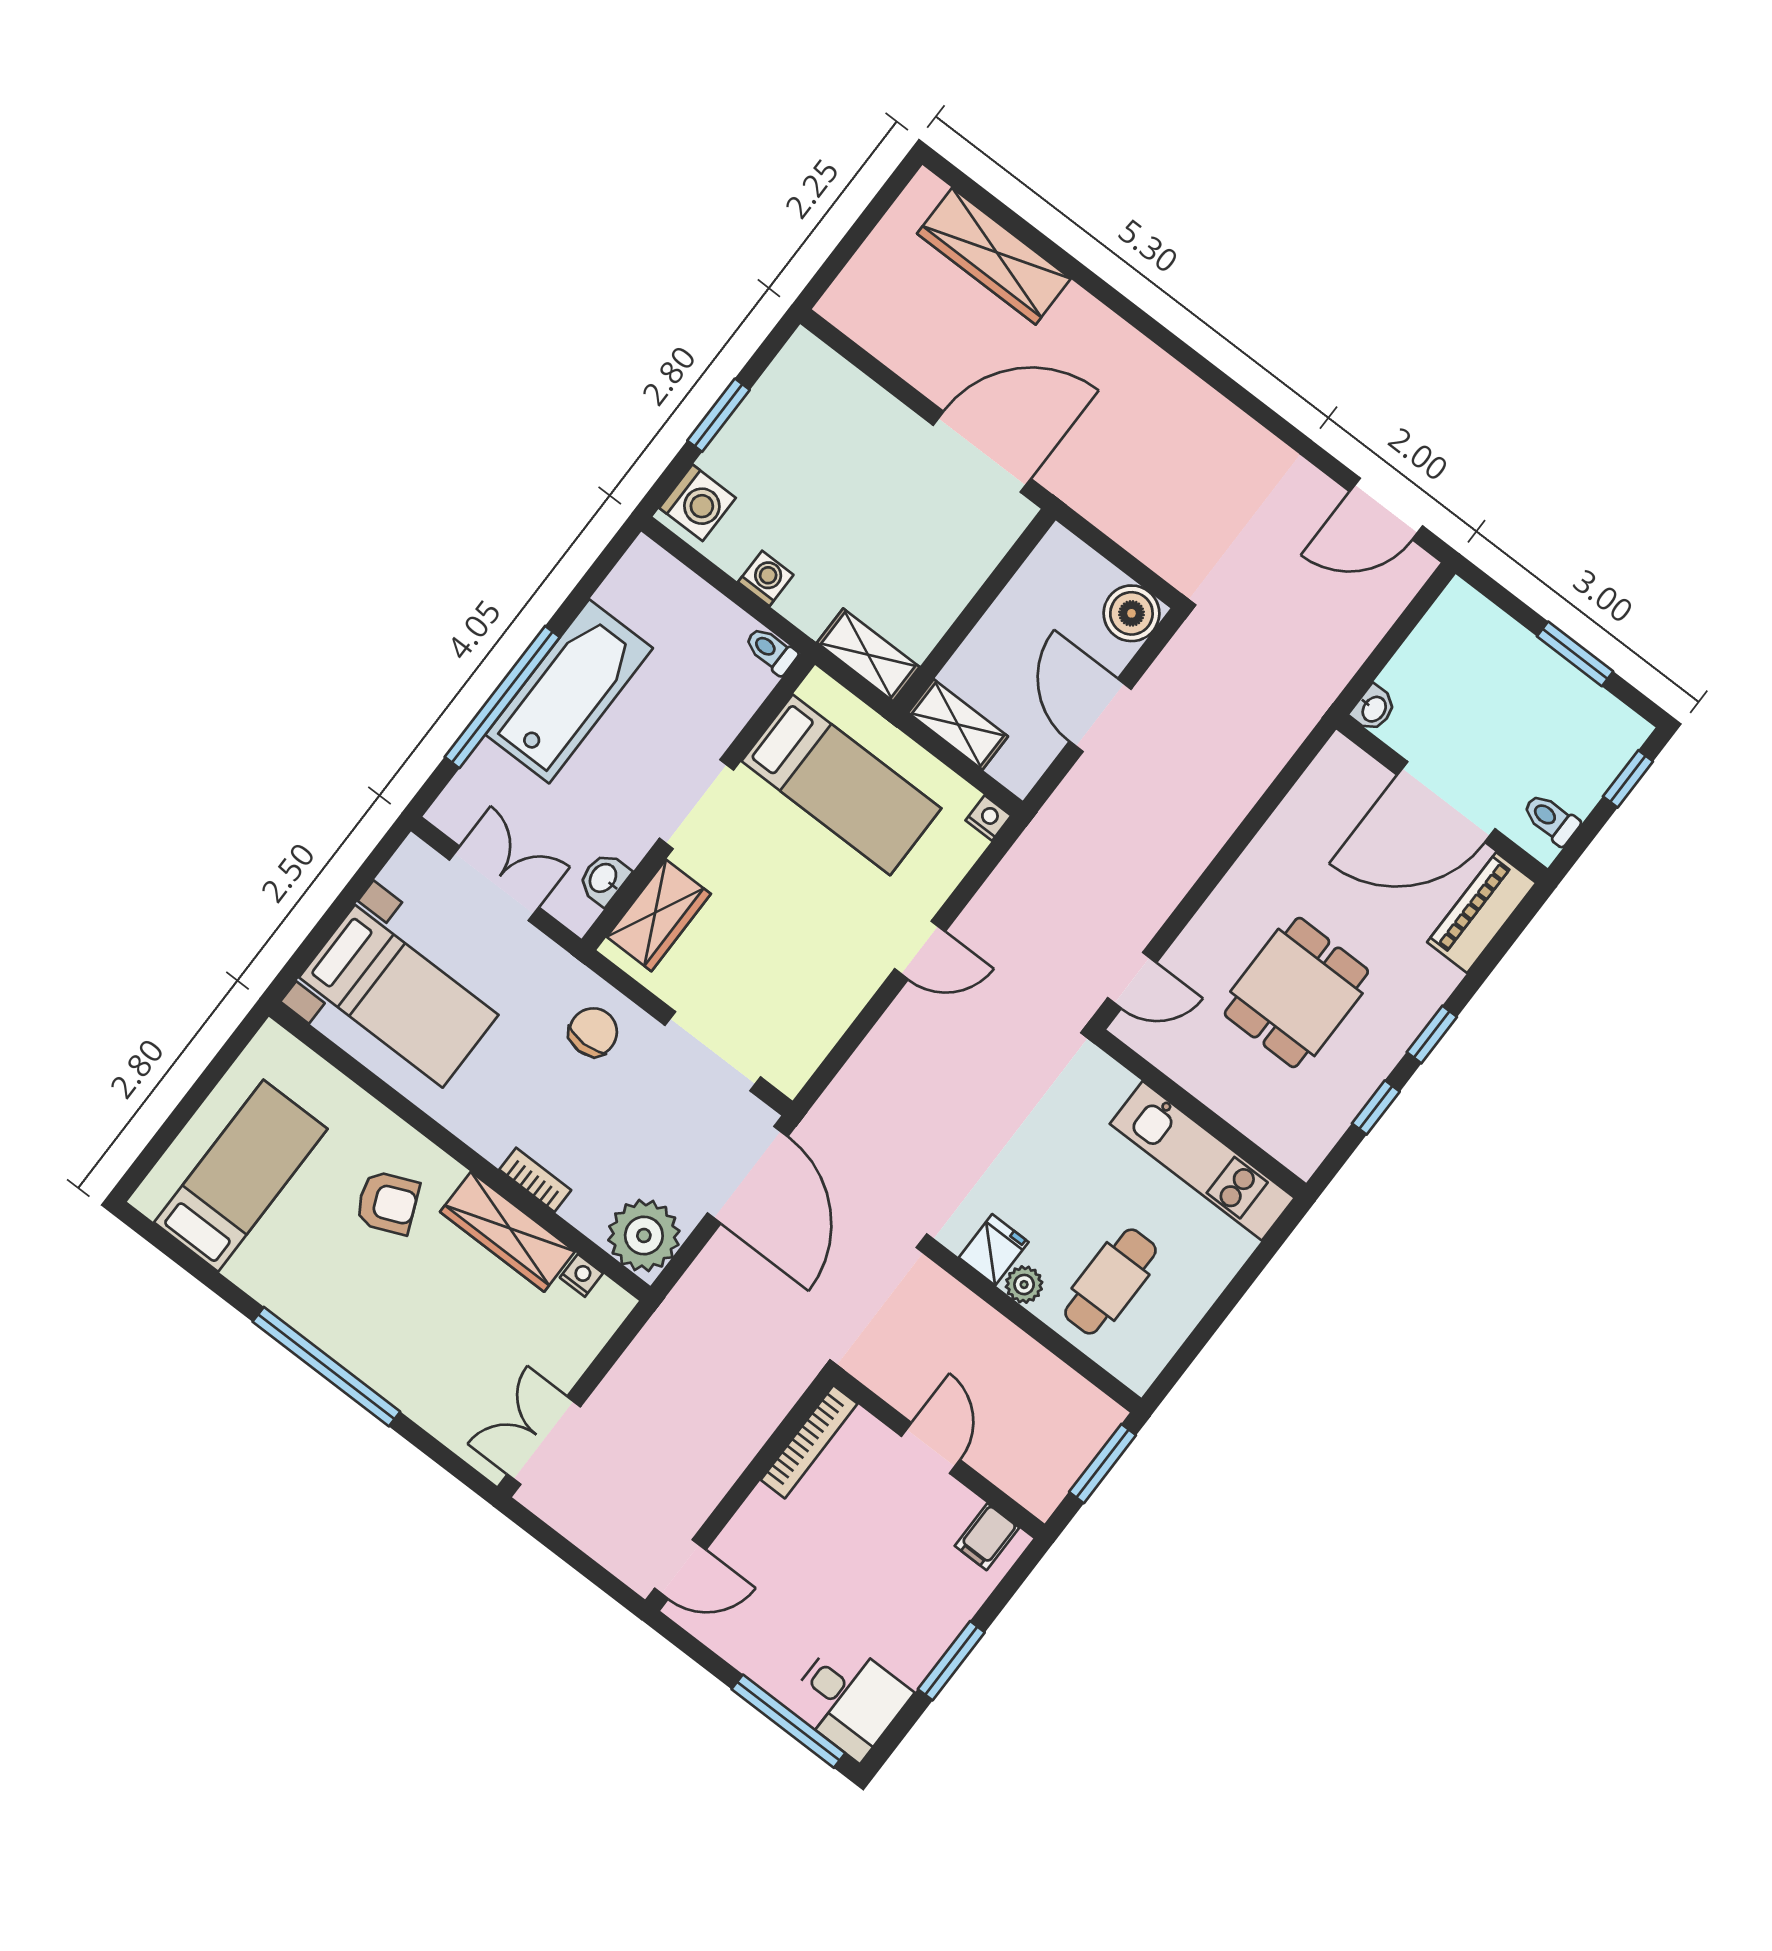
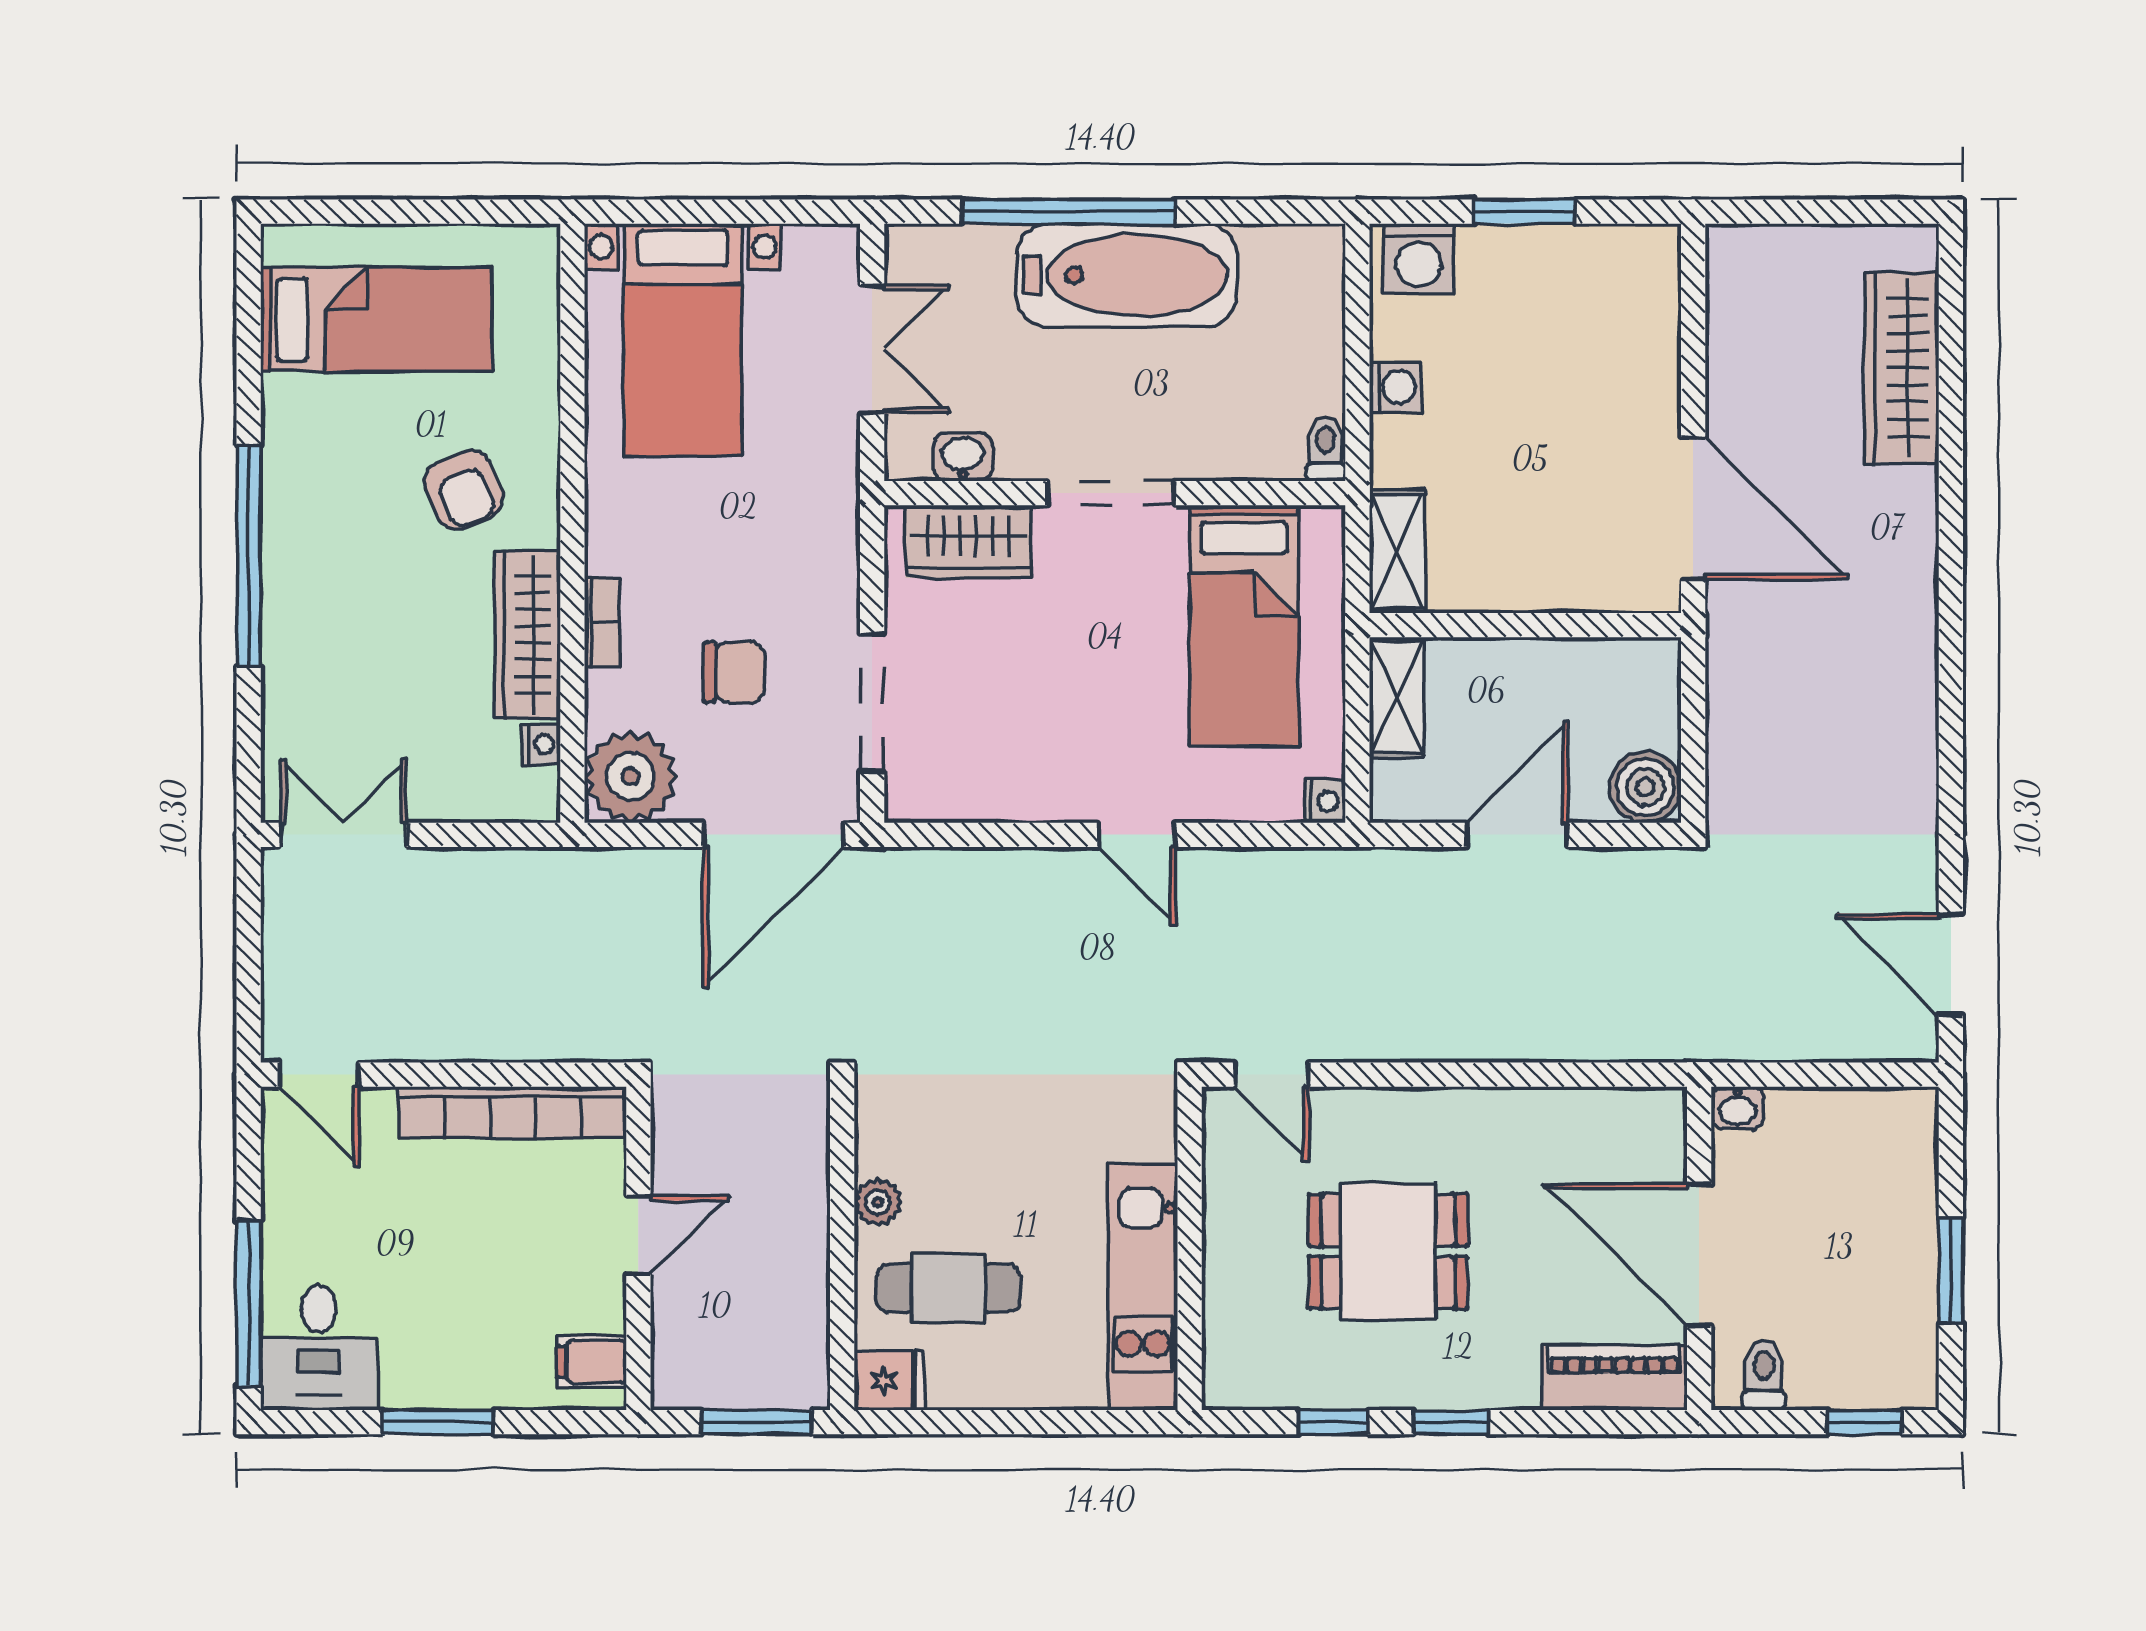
chair: (593, 1032) -> (734, 672), moved
fridge: (994, 1250) -> (889, 1381), moved
bookcase: (809, 1442) -> (513, 1112), width x1.48, depth x1.31

